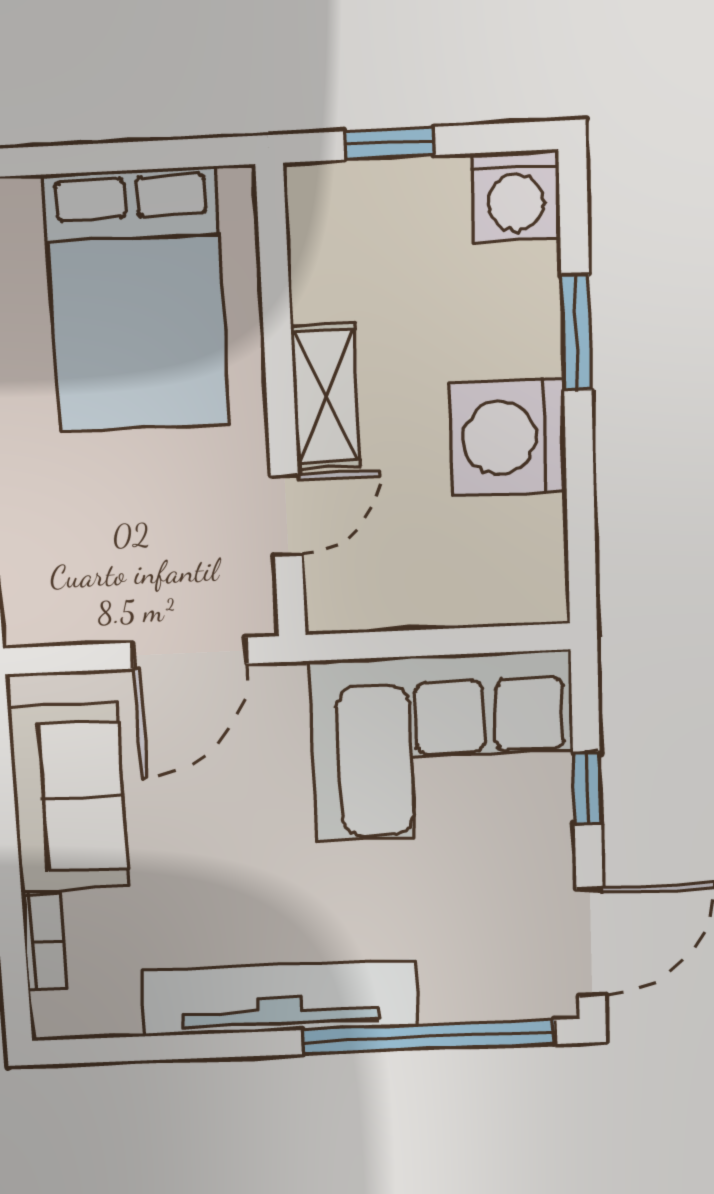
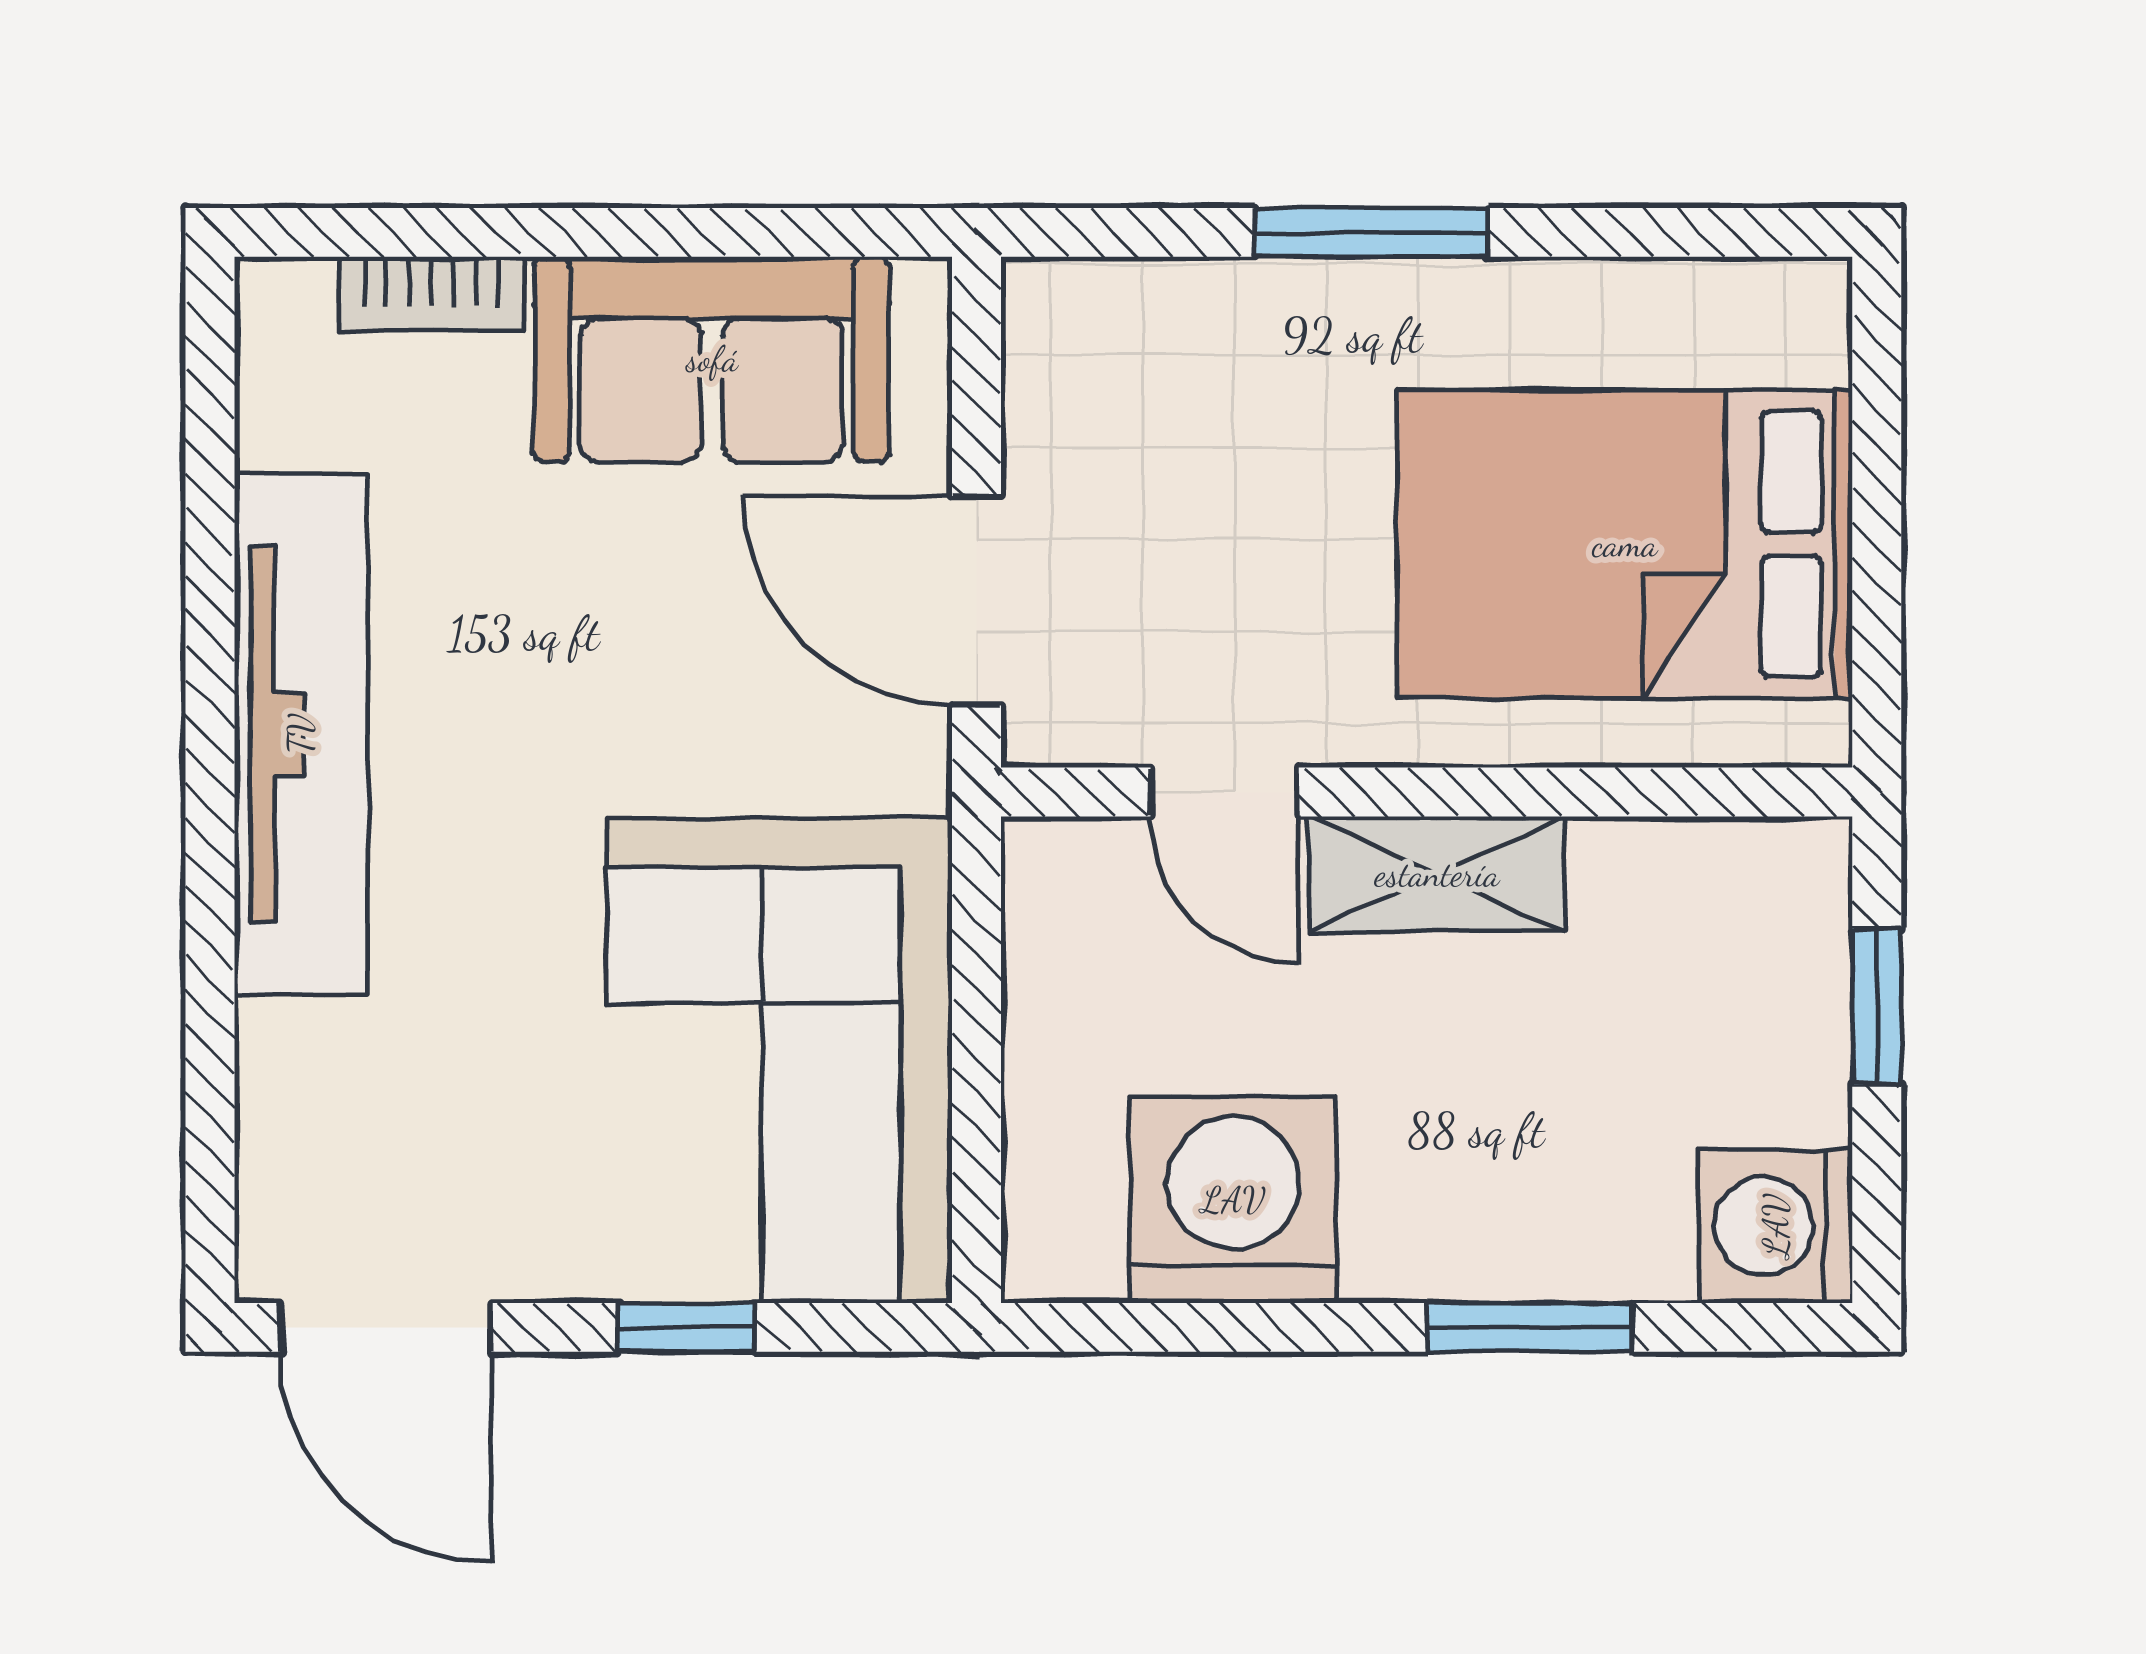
washing machine: (508, 437) -> (1233, 1200), moved
window: (429, 1037) -> (210, 1014), removed

